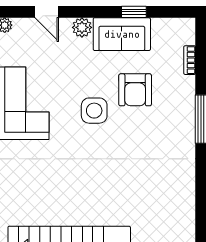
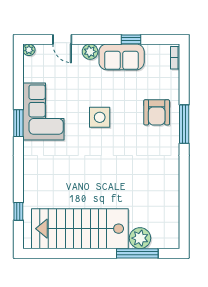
bookcase: (190, 60) -> (175, 58), moved
armchair: (135, 90) -> (157, 112), moved

